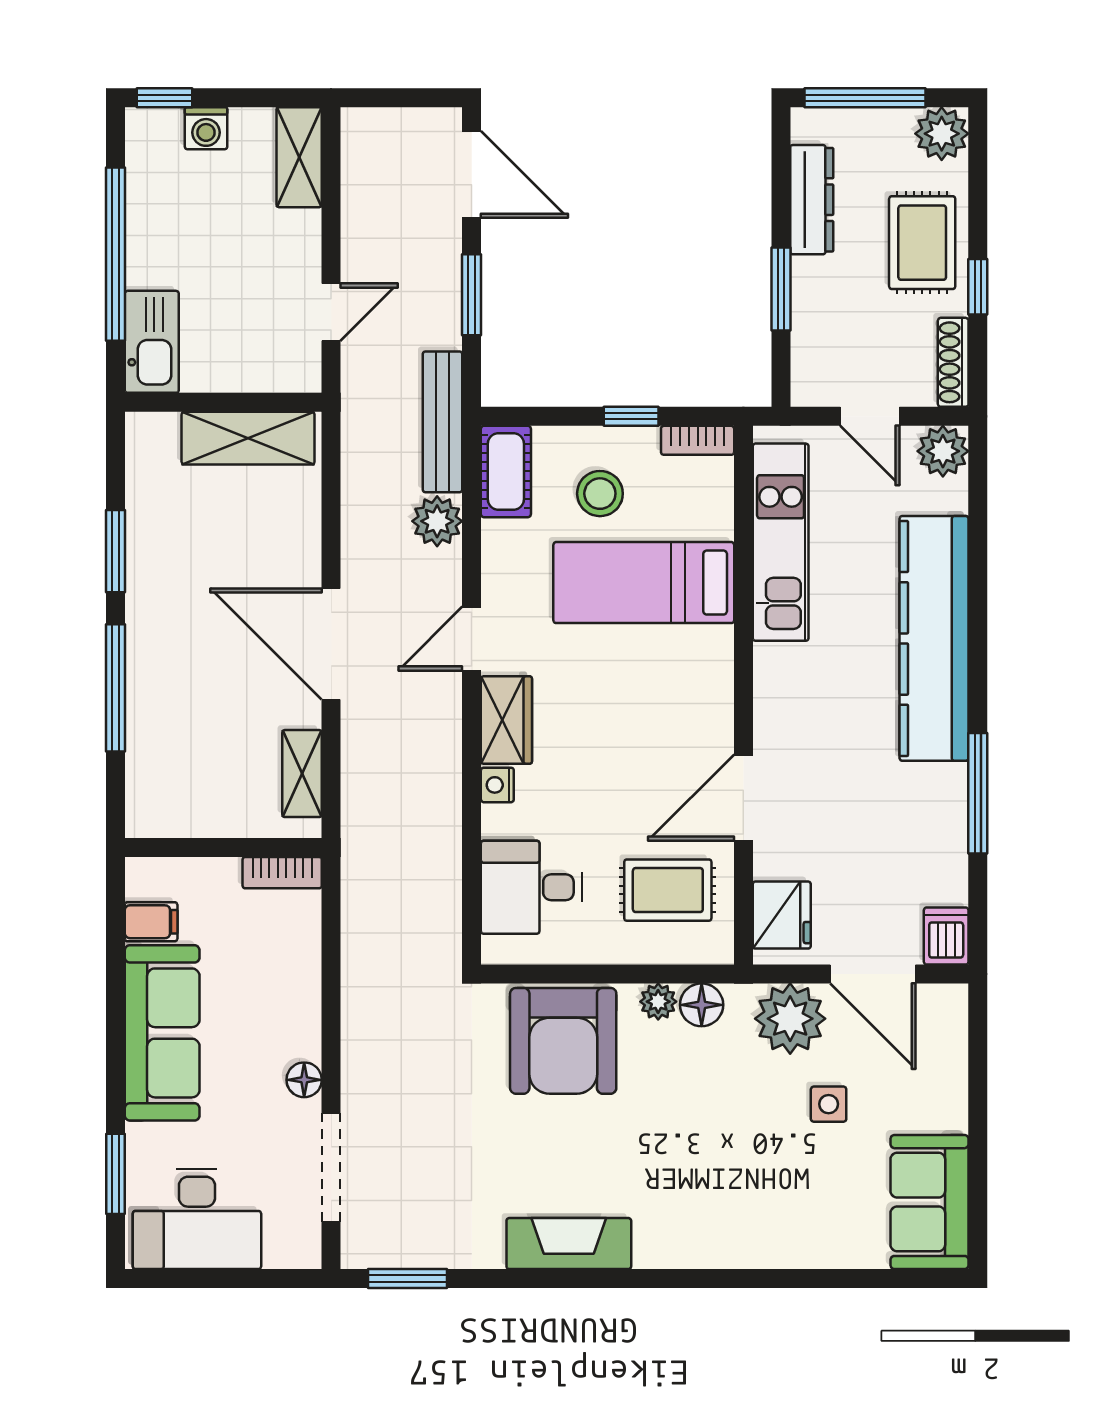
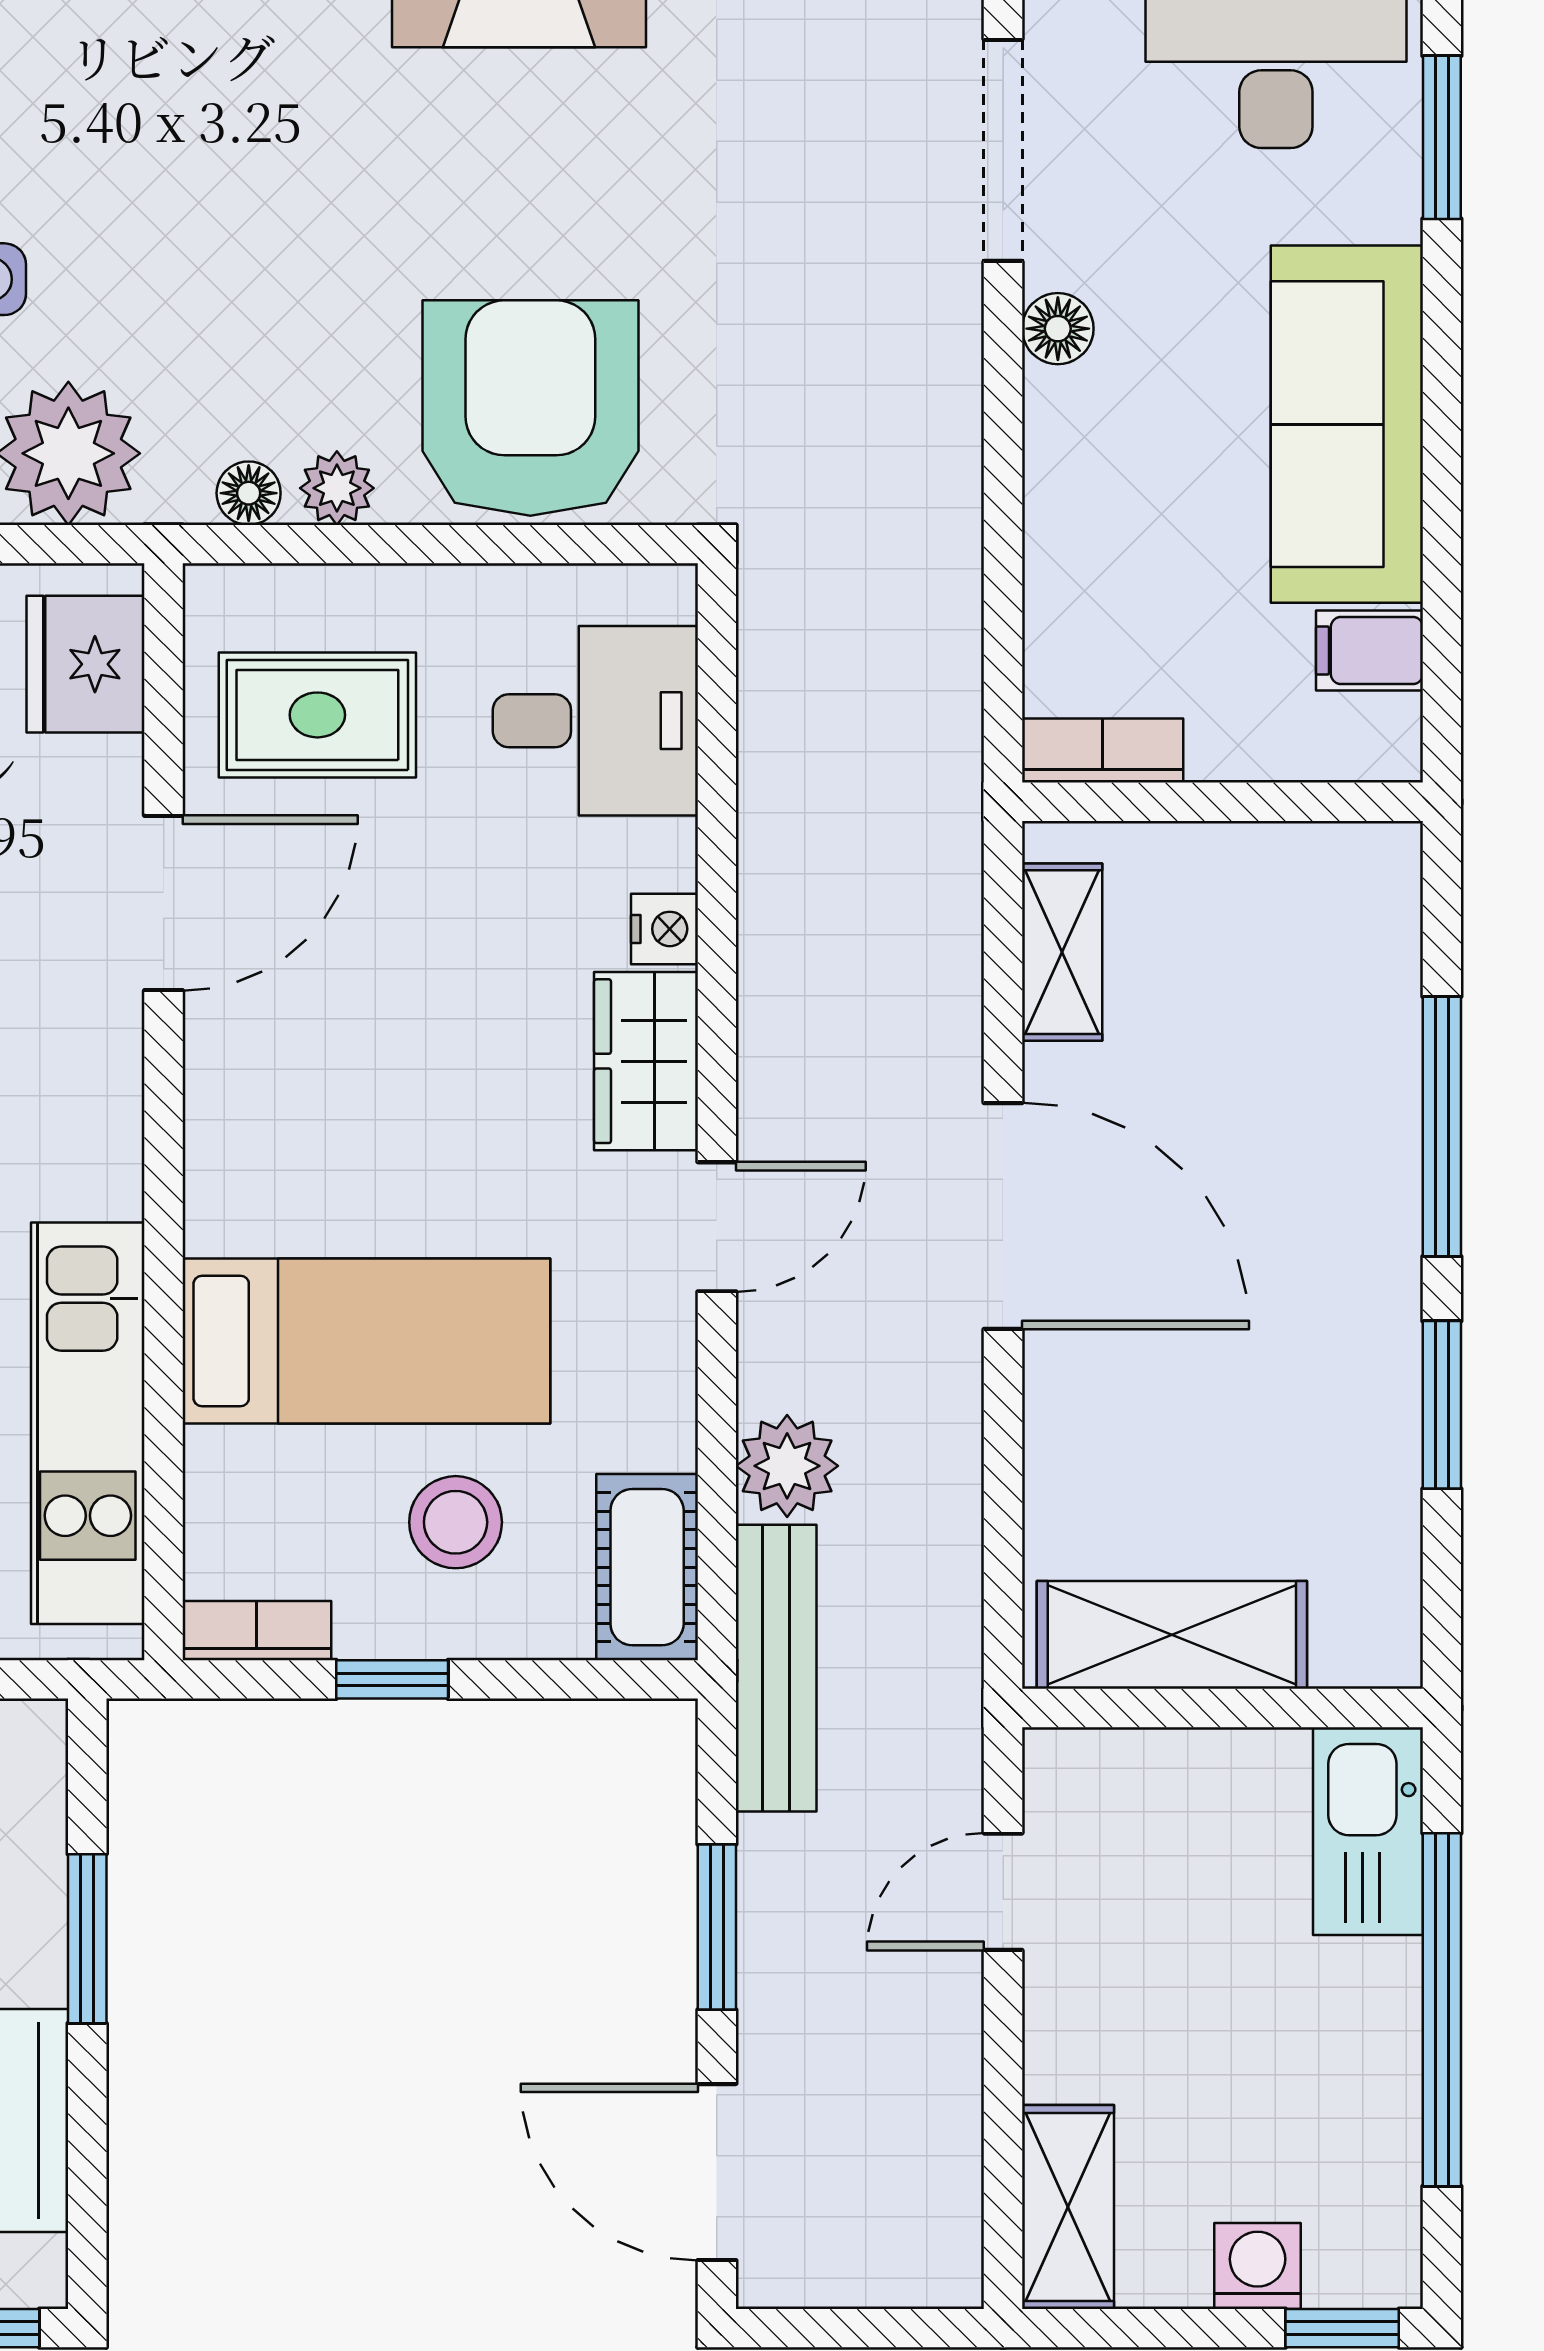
floor lamp: (702, 1005) -> (249, 493), width x0.73, depth x0.73

